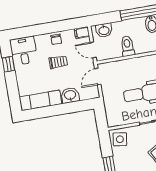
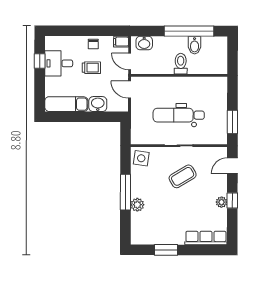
toilet: (127, 46) -> (181, 64), moved
desk: (24, 51) -> (59, 63), moved, turned -90
door: (98, 76) -> (130, 90), hinge flipped

